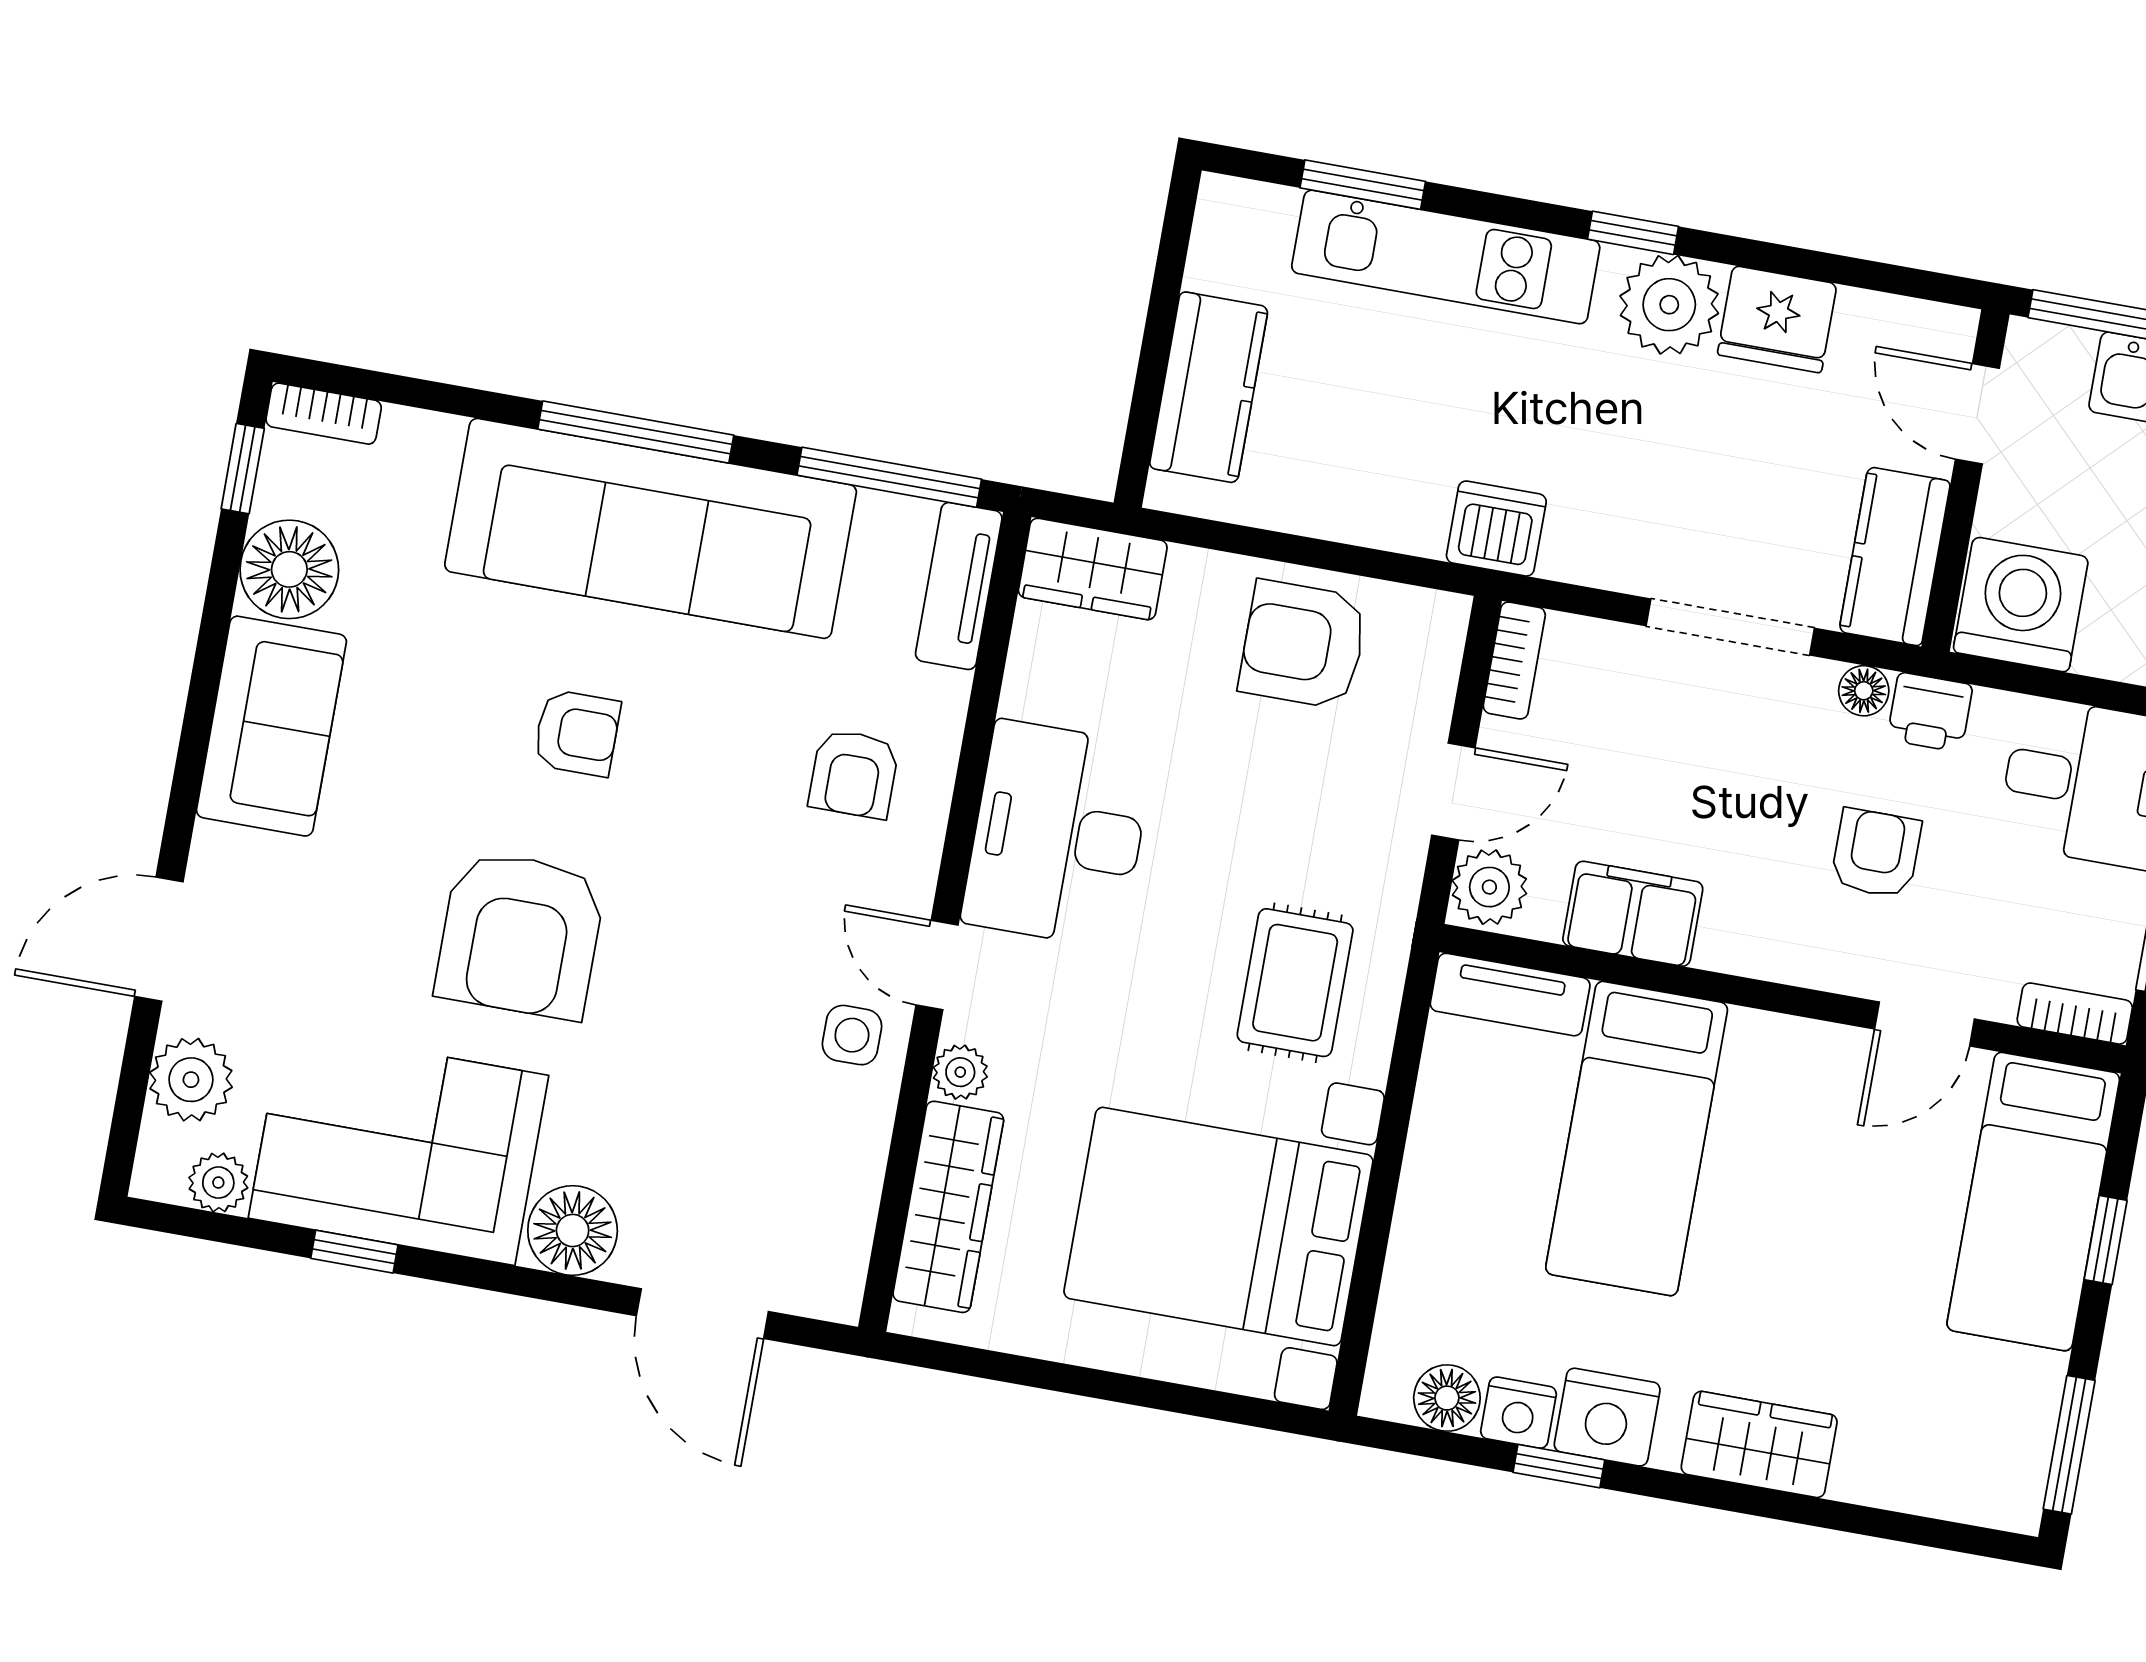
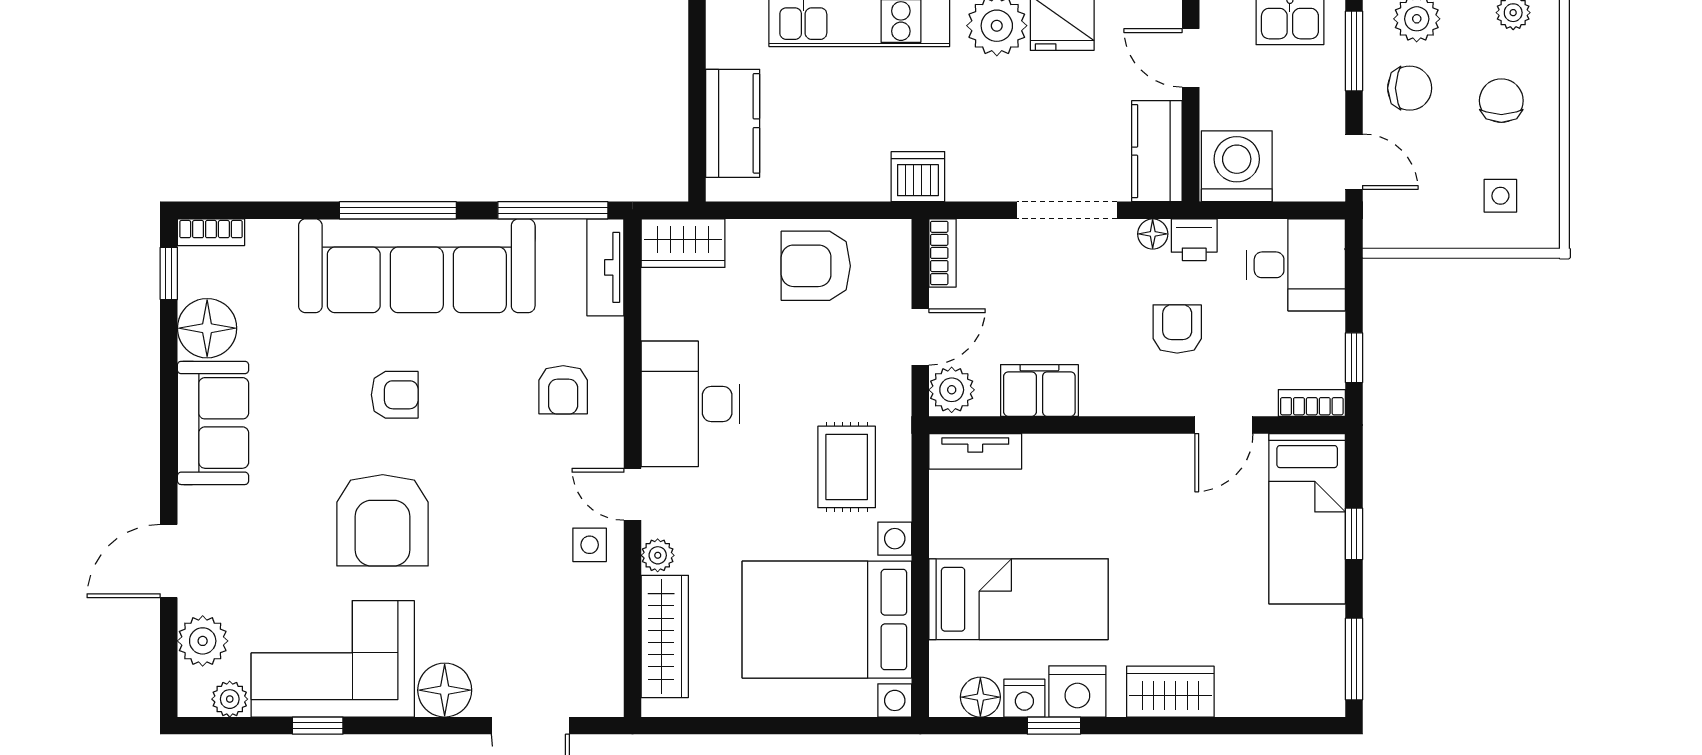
bed: (1637, 1138) -> (1019, 599), moved, turned -90

